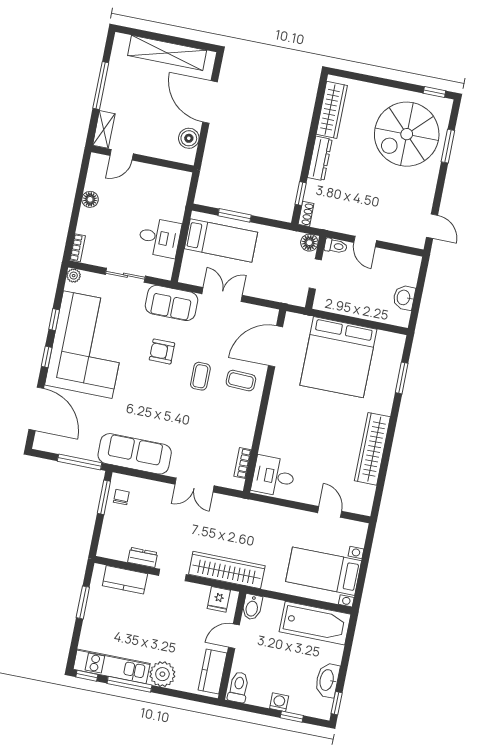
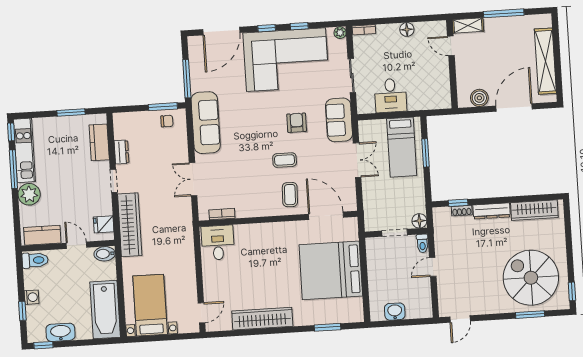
shoe rack: (306, 214) -> (462, 211), moved
door: (330, 512) -> (201, 313), moved

